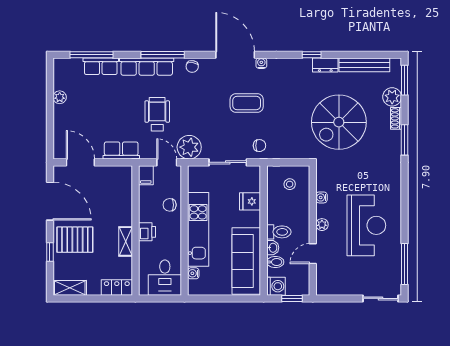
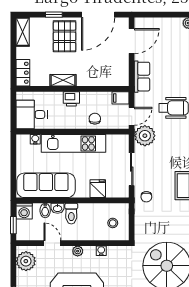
plant: (333, 284) -> (26, 261), added

